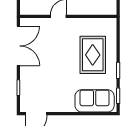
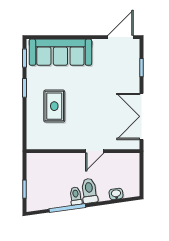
rug: (93, 55) -> (54, 106), width x0.73, depth x0.70
sofa: (95, 101) -> (60, 52), width x1.36

